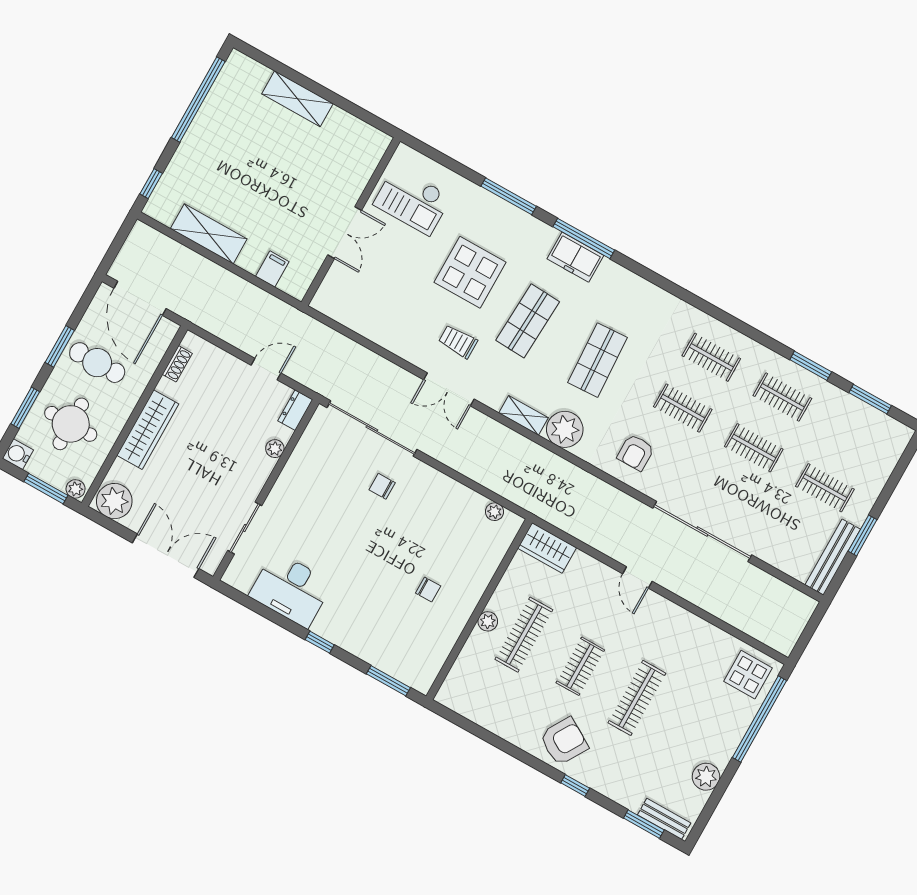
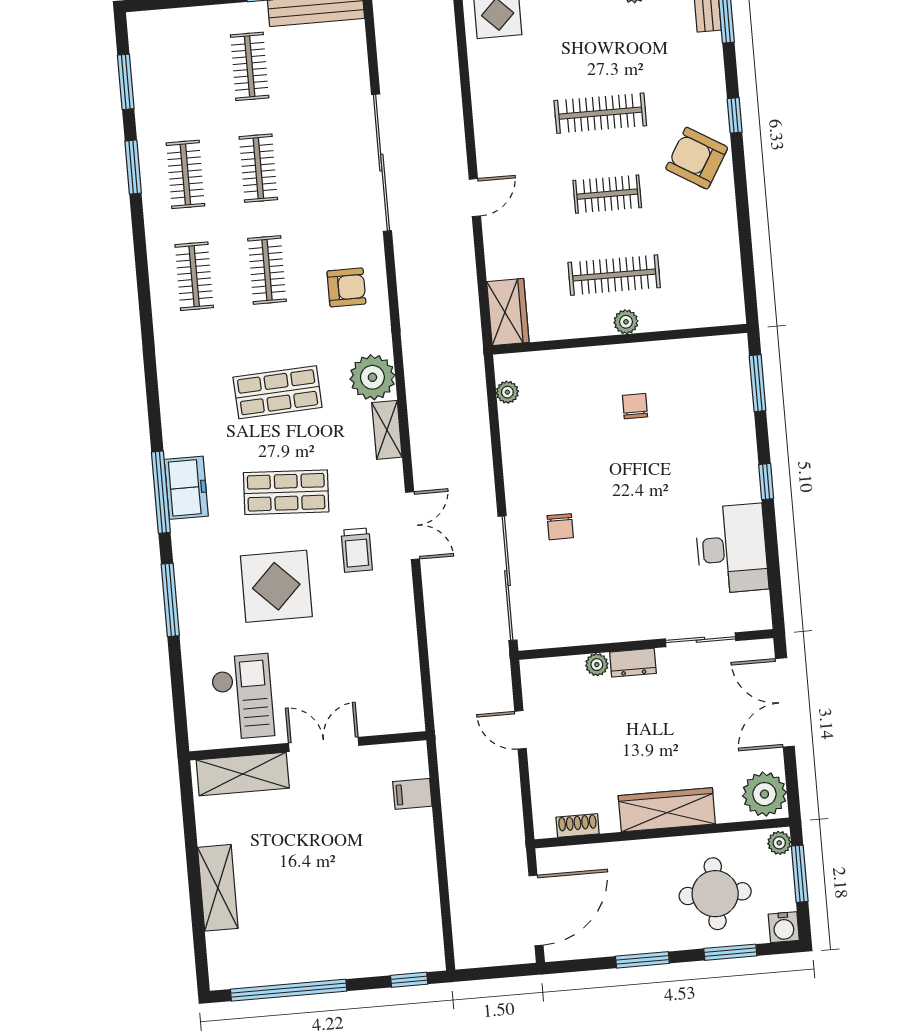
shelving: (209, 234) -> (243, 774), moved, turned 90
cafe table: (97, 363) -> (633, 910), removed
dresser: (295, 410) -> (633, 663), moved

